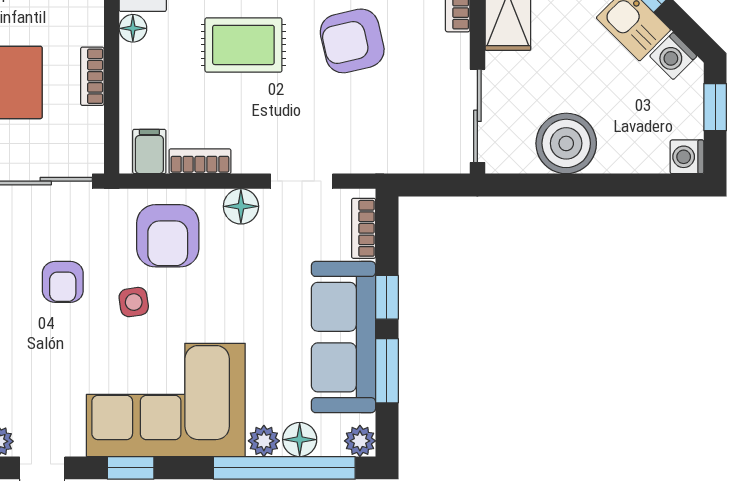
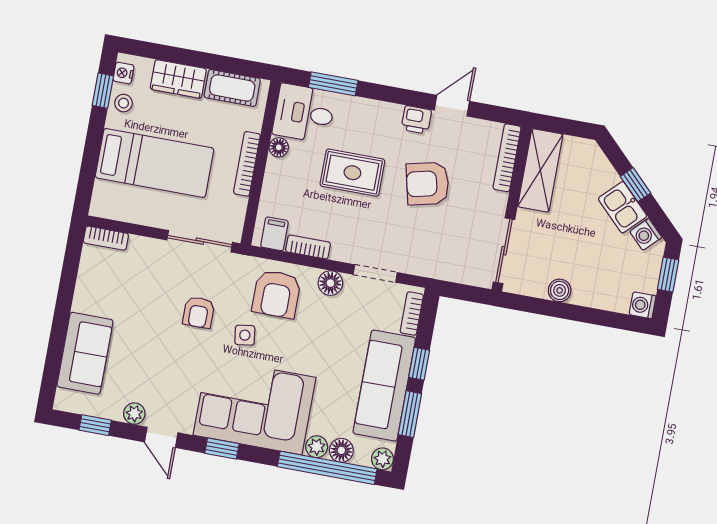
bookcase: (92, 76) -> (247, 164), width x1.56
boiler: (566, 143) -> (560, 290), width x0.54, depth x0.54

